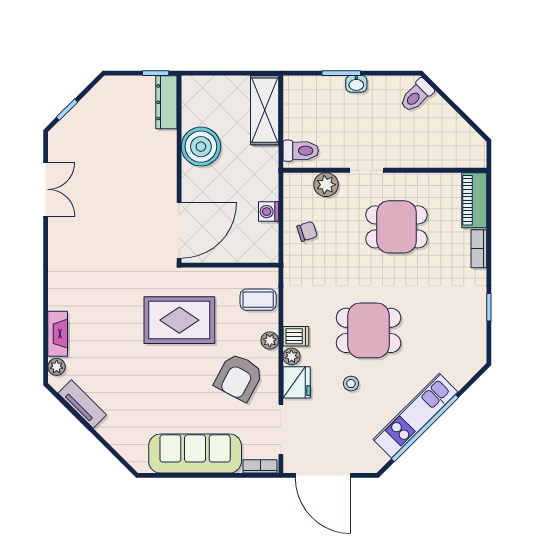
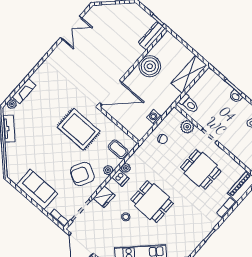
plant: (291, 356) -> (126, 168), moved
sofa: (195, 454) -> (37, 189), width x0.73

